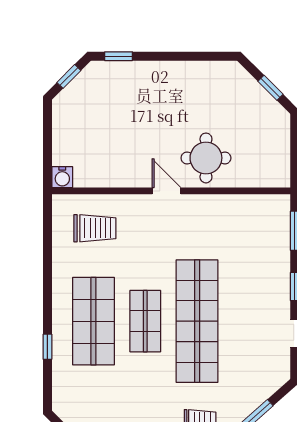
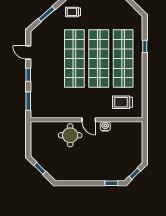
water cooler: (62, 177) -> (105, 126), moved
shop shelf: (93, 321) -> (123, 58), width x1.40
shop shelf: (145, 321) -> (99, 58), width x2.00, depth x1.36

